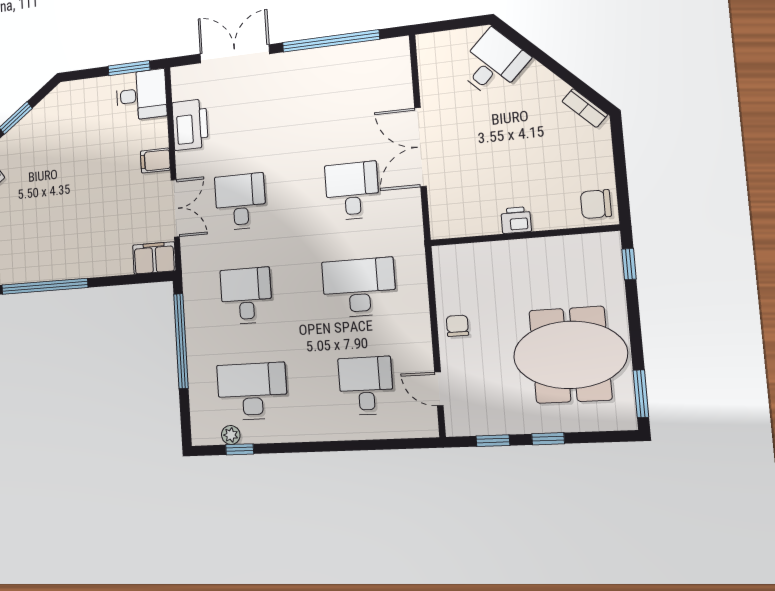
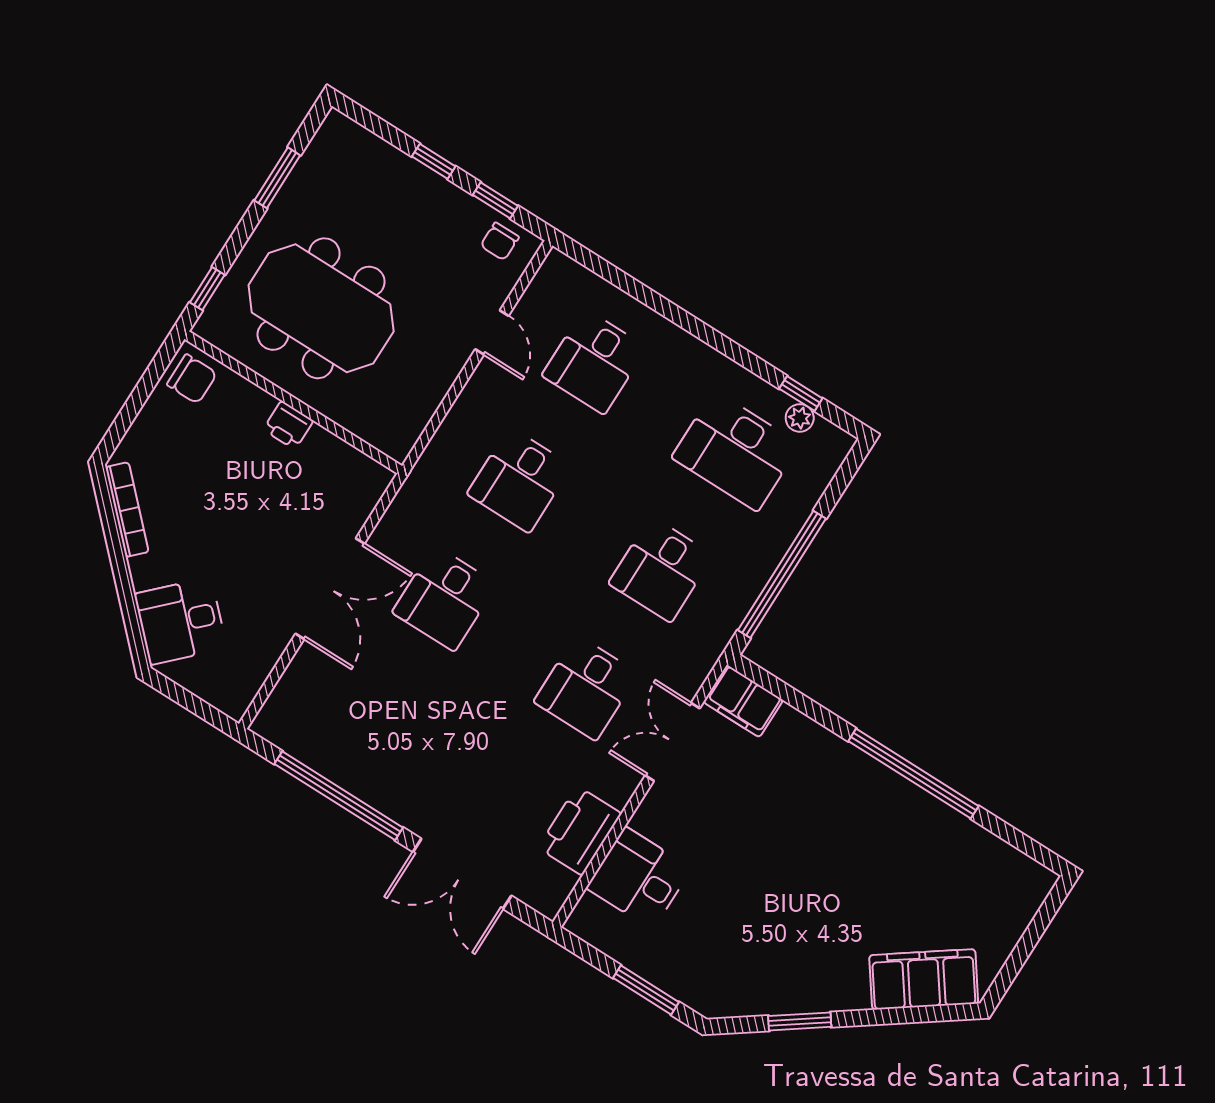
window: (129, 68) -> (646, 990), moved
desk: (141, 95) -> (639, 878), moved
bookcase: (585, 108) -> (127, 510), width x1.56
filing cabinet: (155, 161) -> (655, 821), removed
desk: (359, 288) -> (519, 480), width x0.73
chair: (457, 326) -> (500, 241), moved
meeting table: (570, 355) -> (321, 308), moved
door: (439, 389) -> (492, 332), moved
window: (641, 394) -> (277, 178), moved

